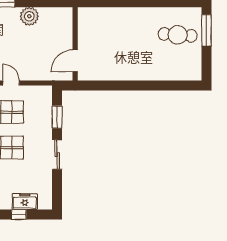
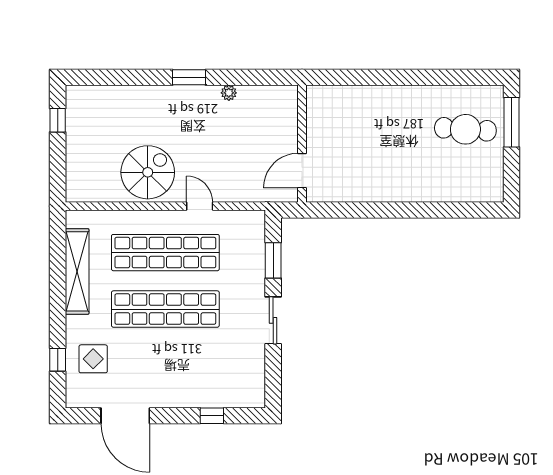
plant: (29, 16) -> (229, 93), width x0.53, depth x0.53
freezer: (25, 202) -> (222, 395), removed

